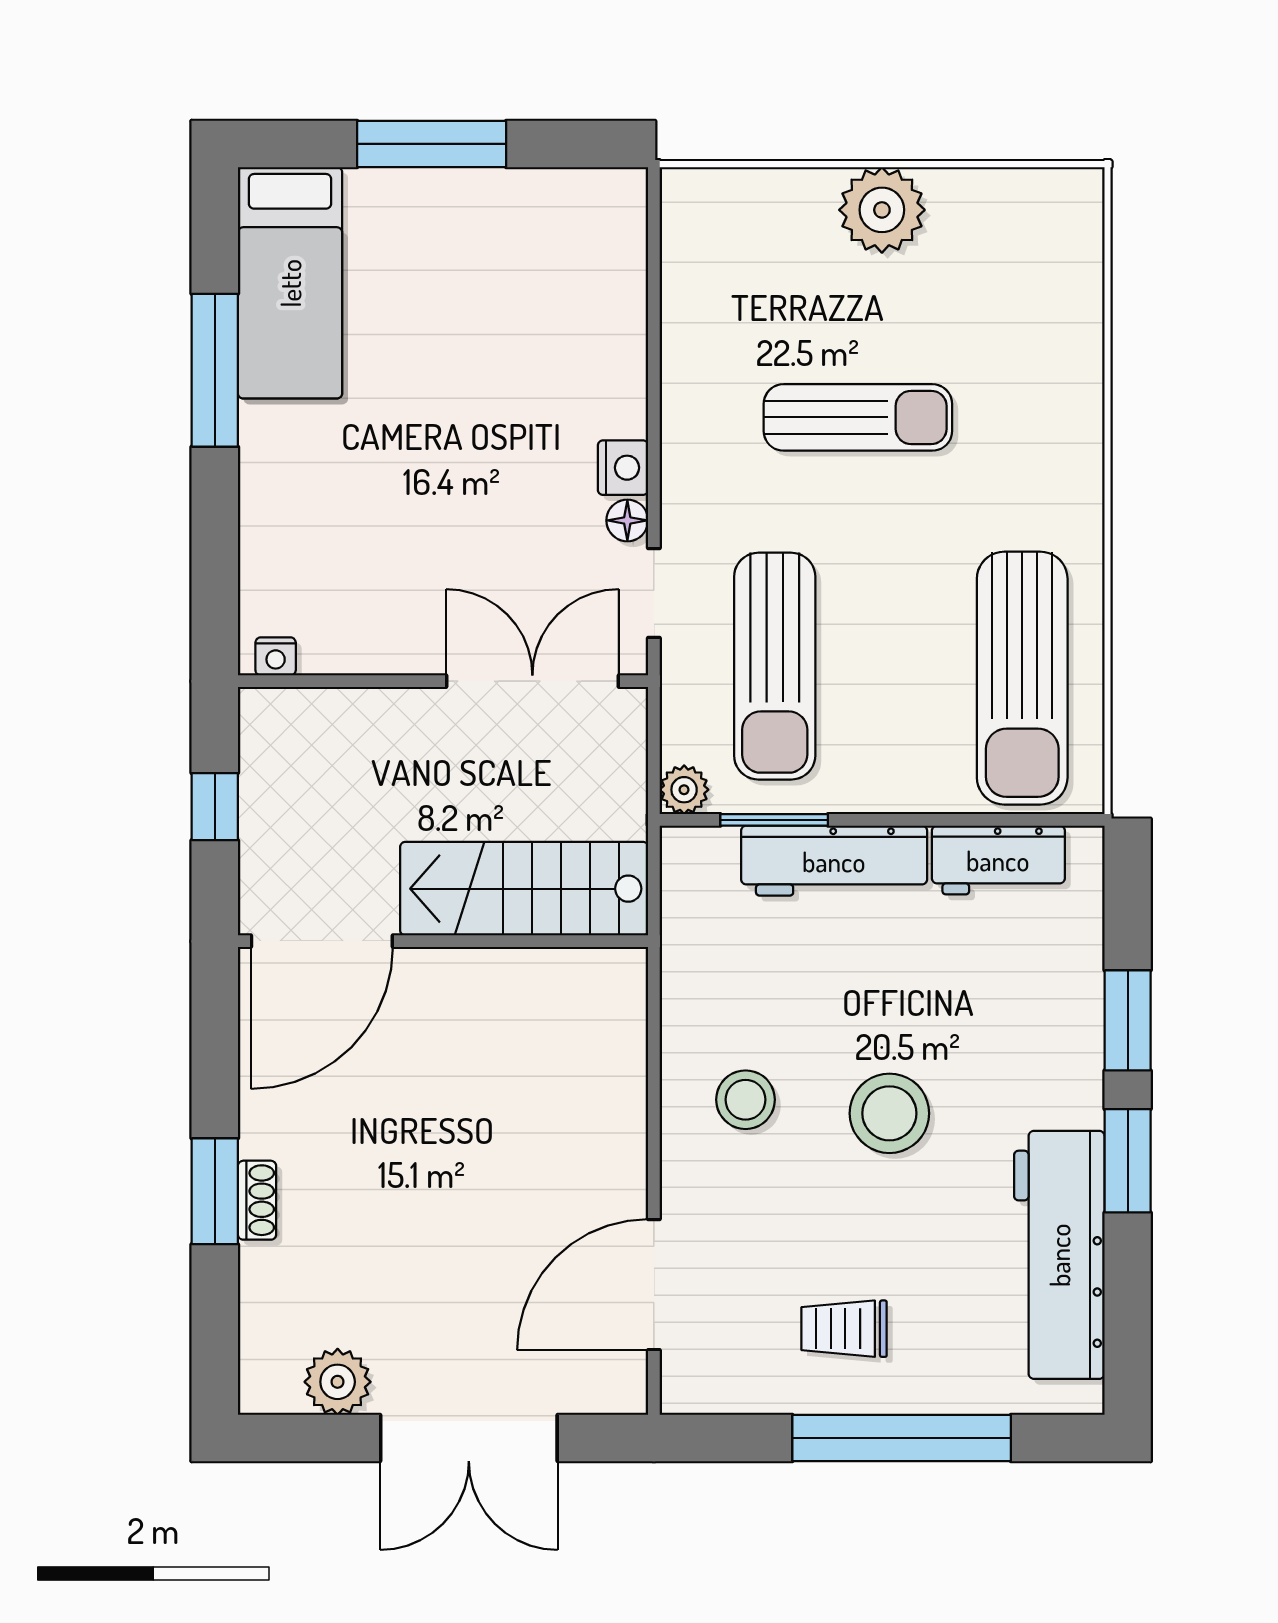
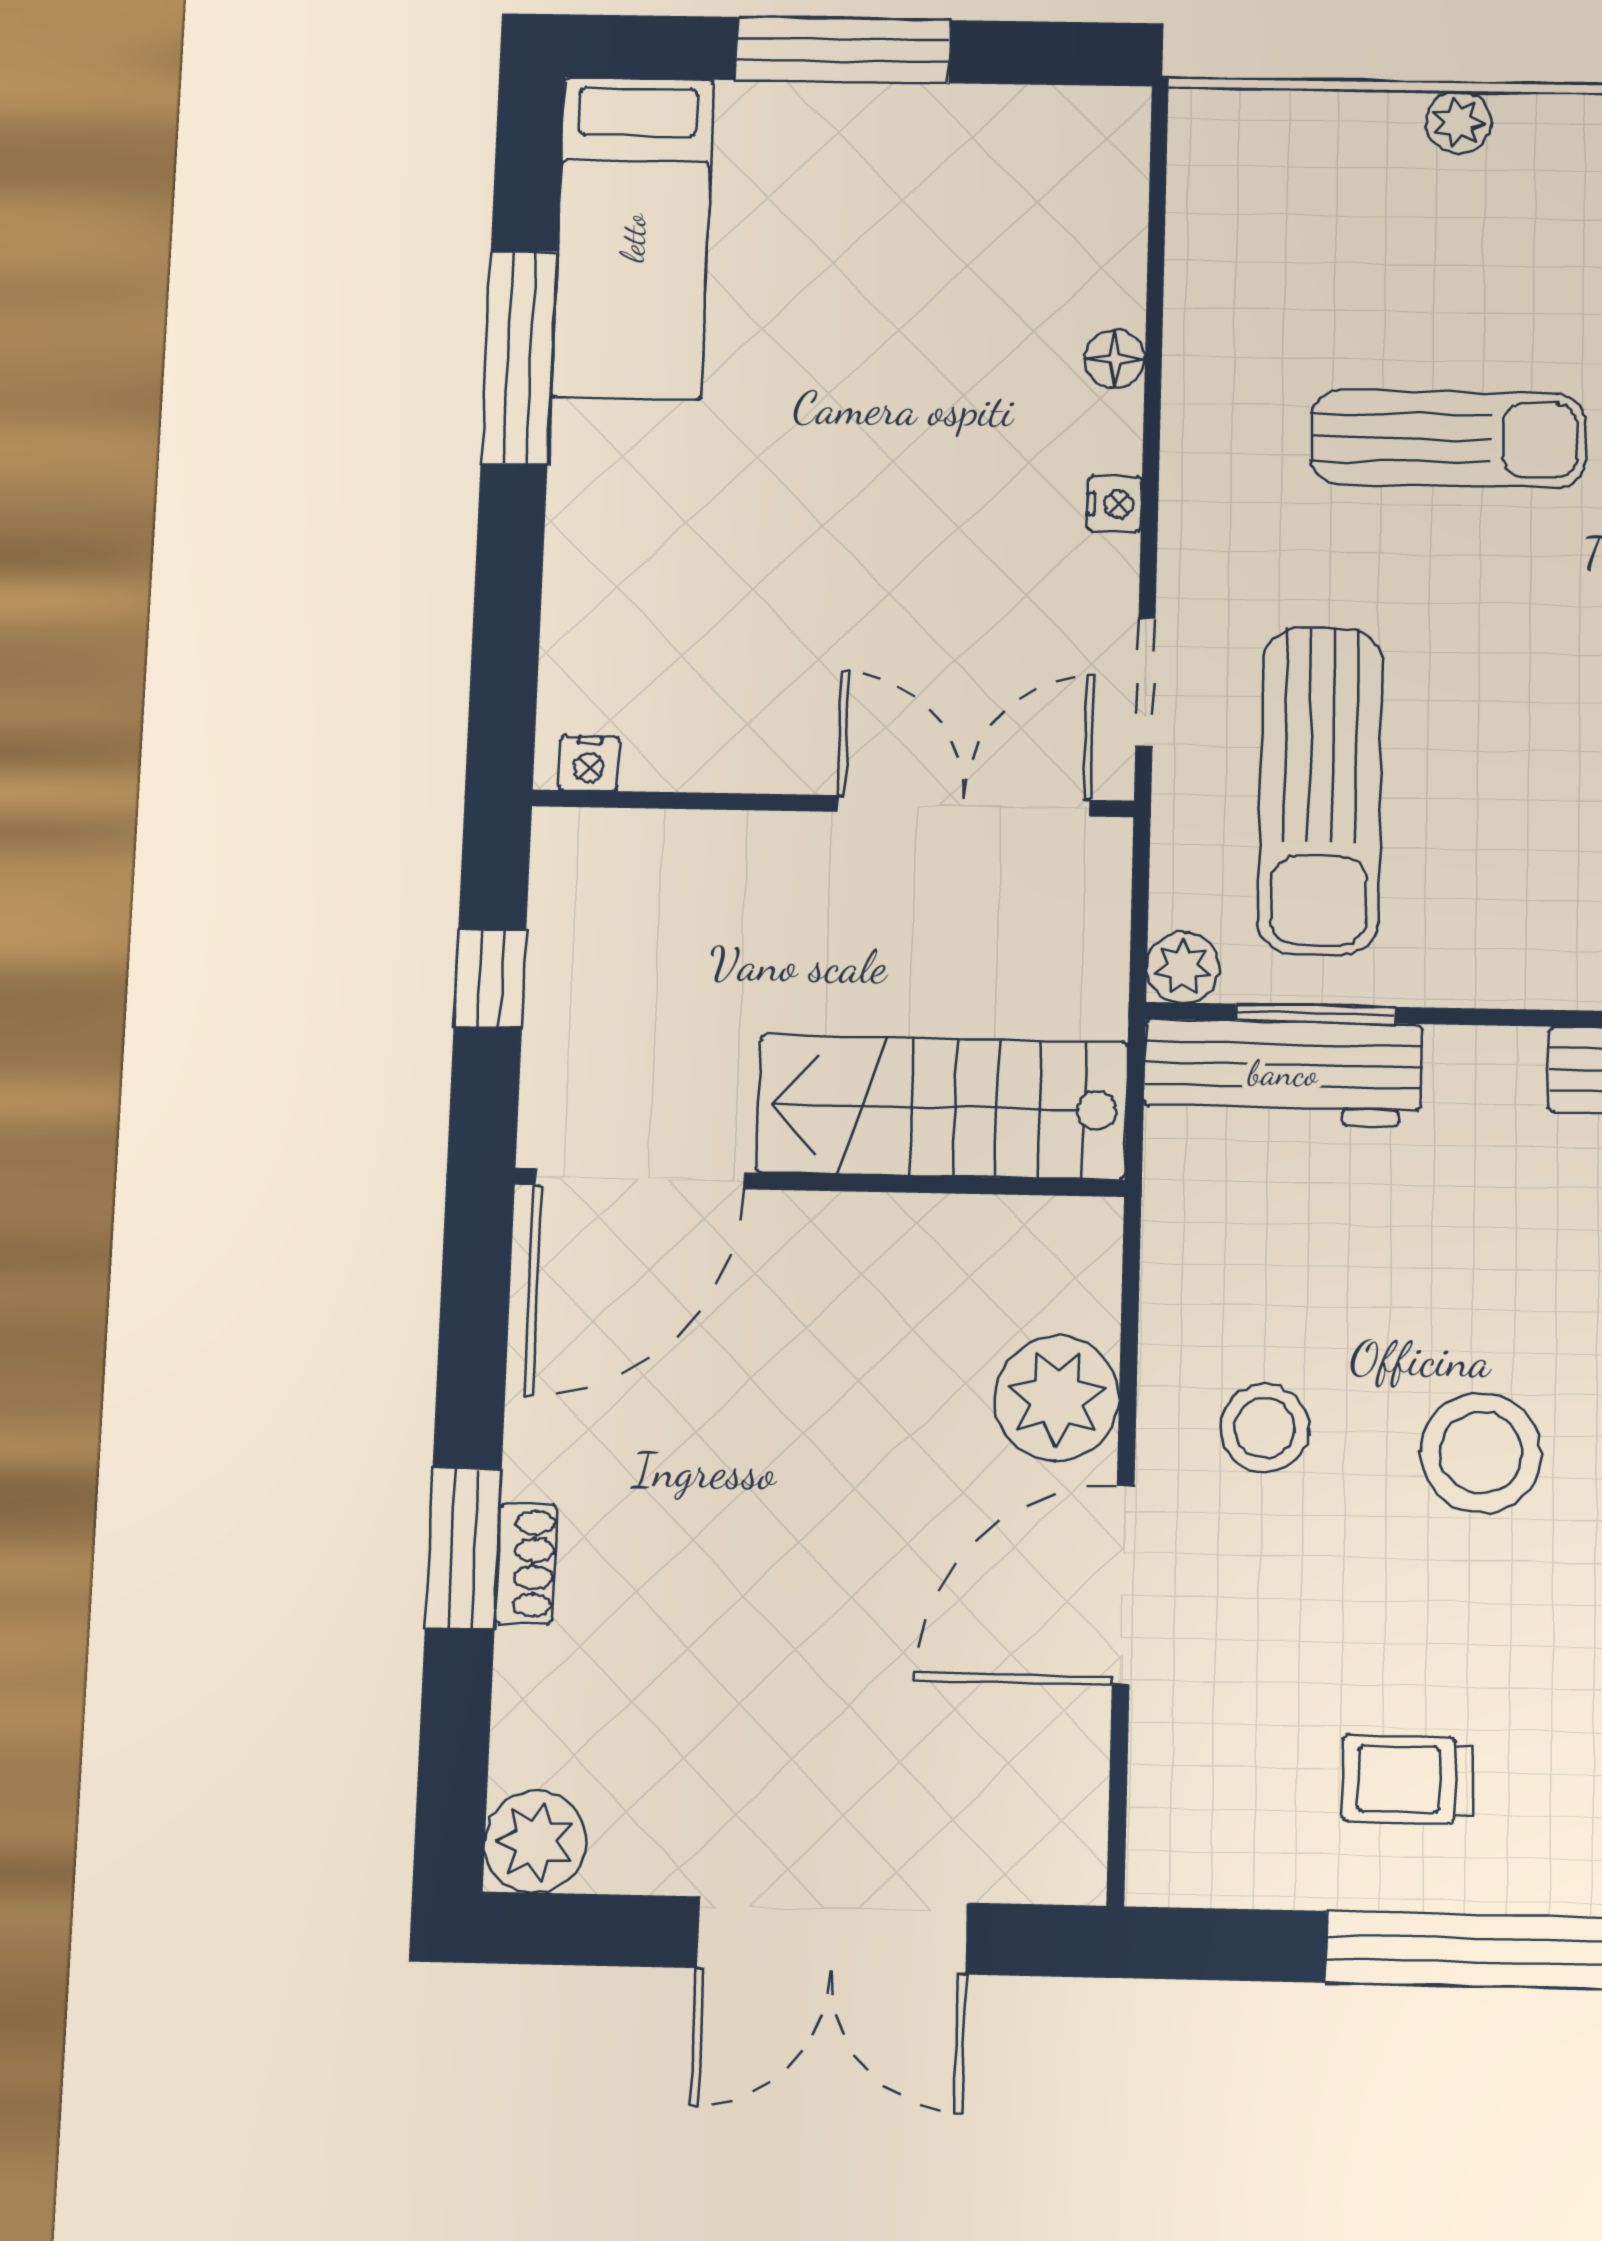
plant: (882, 210) -> (1458, 122), width x0.53, depth x0.53
nightstand: (623, 468) -> (1114, 504), width x0.72, depth x0.74
floor lamp: (627, 520) -> (1115, 359), moved
workbench: (834, 861) -> (1283, 1073), moved
plant: (607, 1083) -> (1057, 1398), added
door: (654, 1285) -> (1123, 1585), moved
plant: (338, 1382) -> (535, 1842), moved

